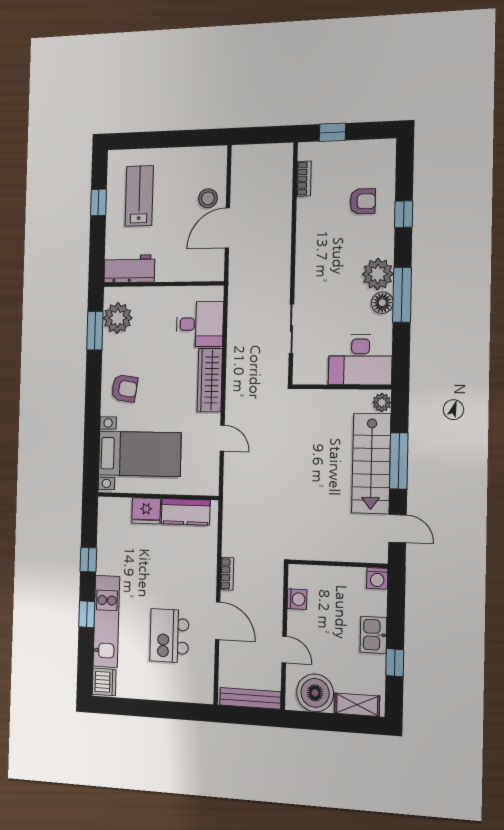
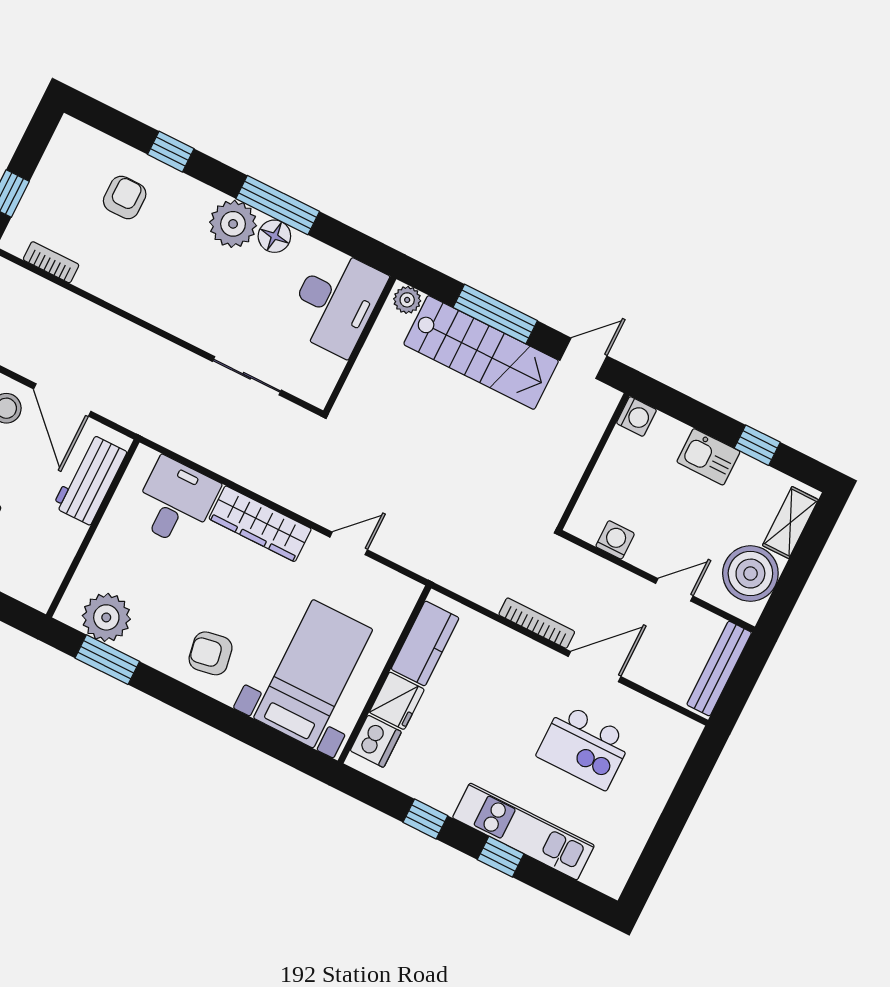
workbench: (129, 269) -> (90, 479), moved
armchair: (124, 388) -> (211, 653), turned -108
bookcase: (227, 574) -> (537, 623), width x1.56
dishwasher: (104, 682) -> (376, 741), moved, turned 90

